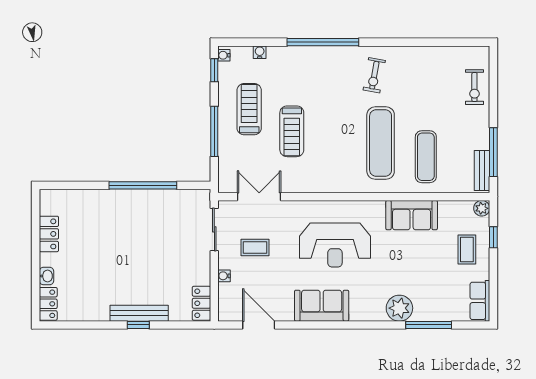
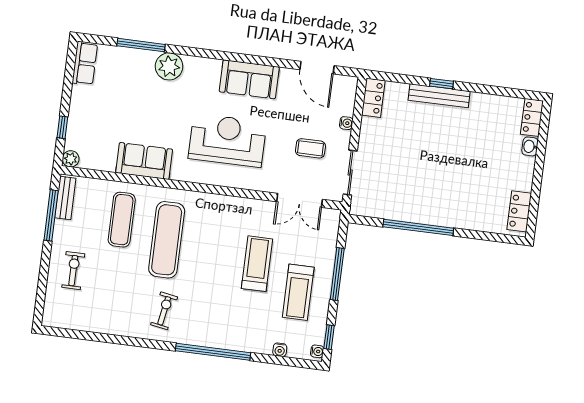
exercise bike: (474, 87) -> (73, 271), moved
locker: (49, 234) -> (519, 211), moved
coffee table: (467, 249) -> (91, 118), removed

